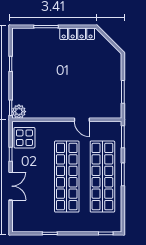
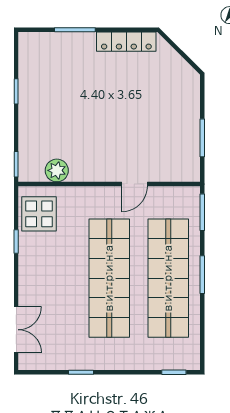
plant: (19, 112) -> (57, 170), moved
door: (82, 120) -> (134, 184), hinge flipped
double door: (11, 186) -> (16, 330), moved

